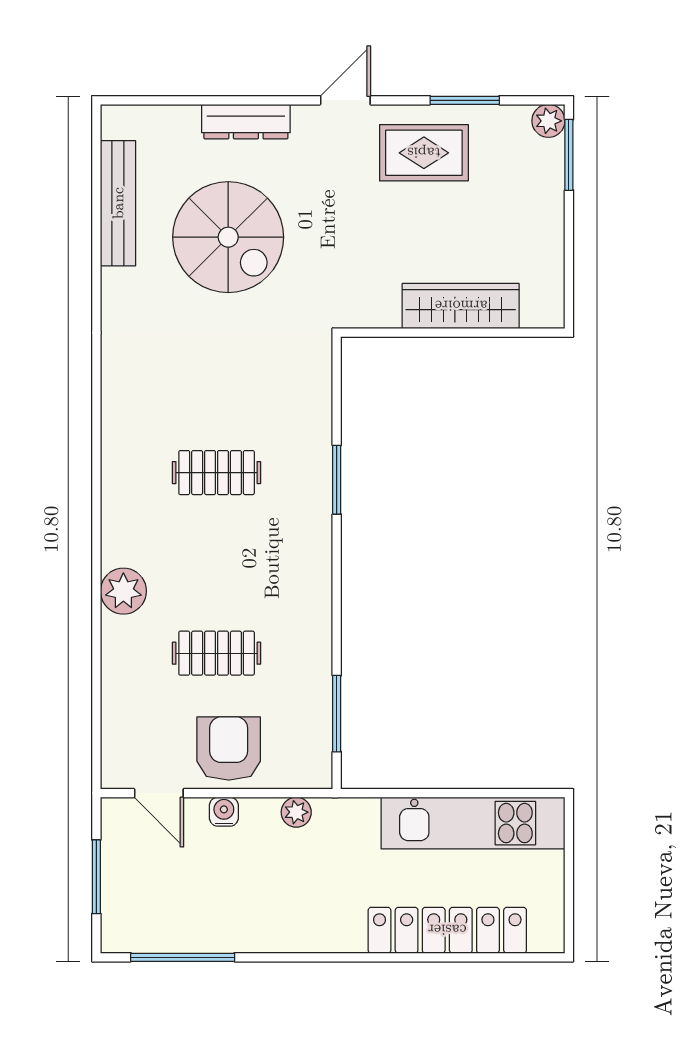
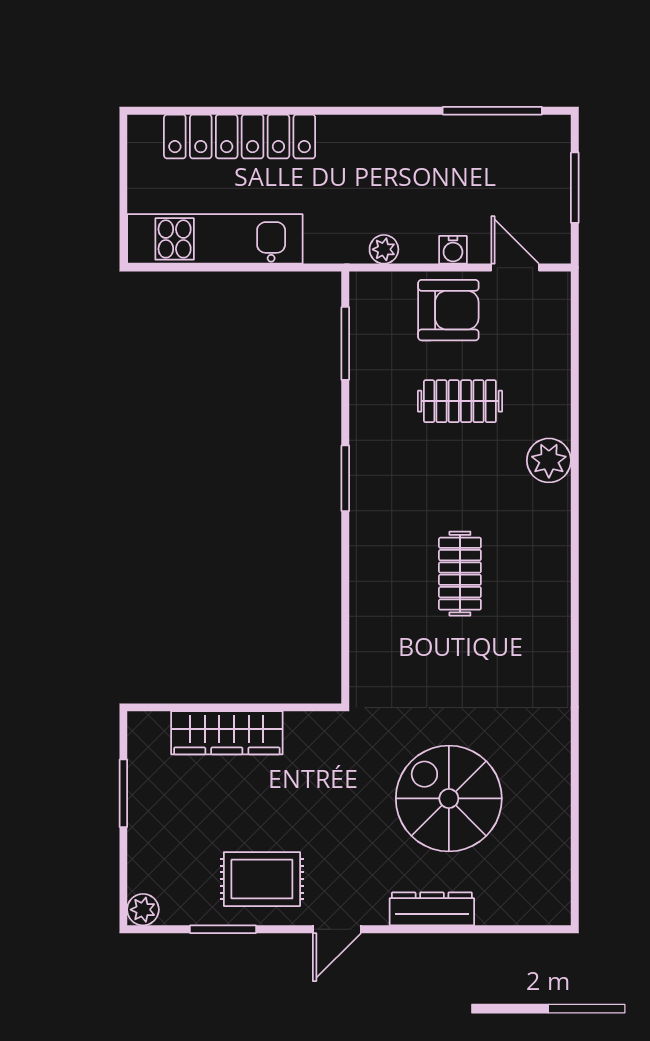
window: (569, 155) -> (123, 793), moved
bench: (118, 203) -> (554, 831), removed
clothes rail: (217, 473) -> (460, 574), turned 90
window: (337, 480) -> (345, 478), moved
armchair: (229, 749) -> (448, 310), turned -90

